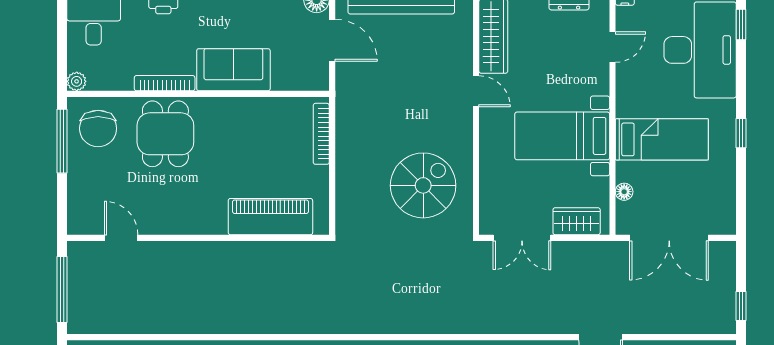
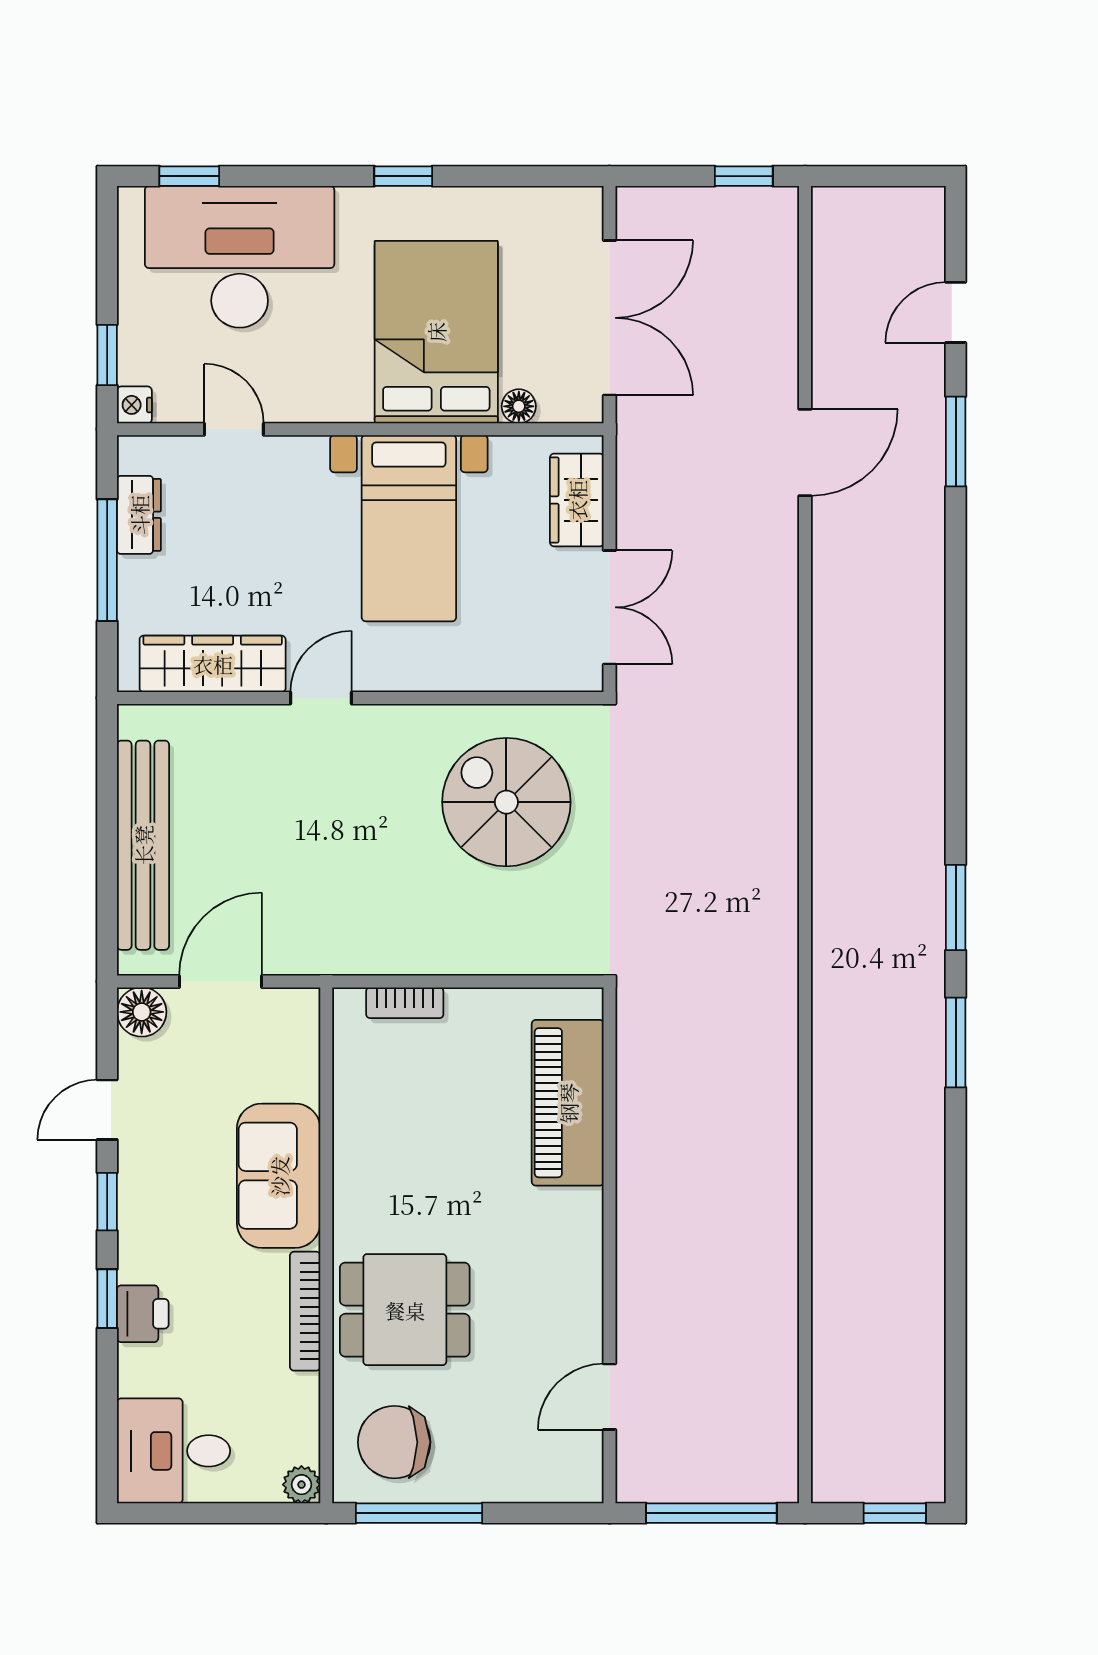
chair: (98, 128) -> (394, 1442), turned 180
bookcase: (321, 134) -> (405, 1003), width x0.64
bed: (662, 139) -> (436, 332), width x1.50

